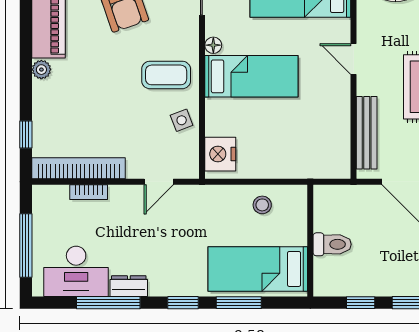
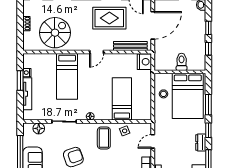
bed: (251, 76) -> (122, 99), moved
nightstand: (220, 154) -> (144, 62), moved, turned -90
door: (159, 182) -> (153, 141), swing flipped
bed: (258, 269) -> (188, 96), width x1.50
dresser: (129, 286) -> (201, 142), moved

